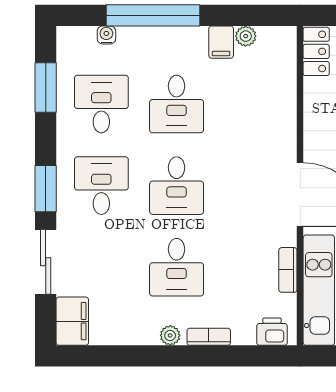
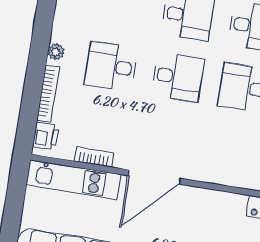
desk: (177, 186) -> (178, 77), turned 180
bookcase: (209, 337) -> (48, 93), width x1.56

